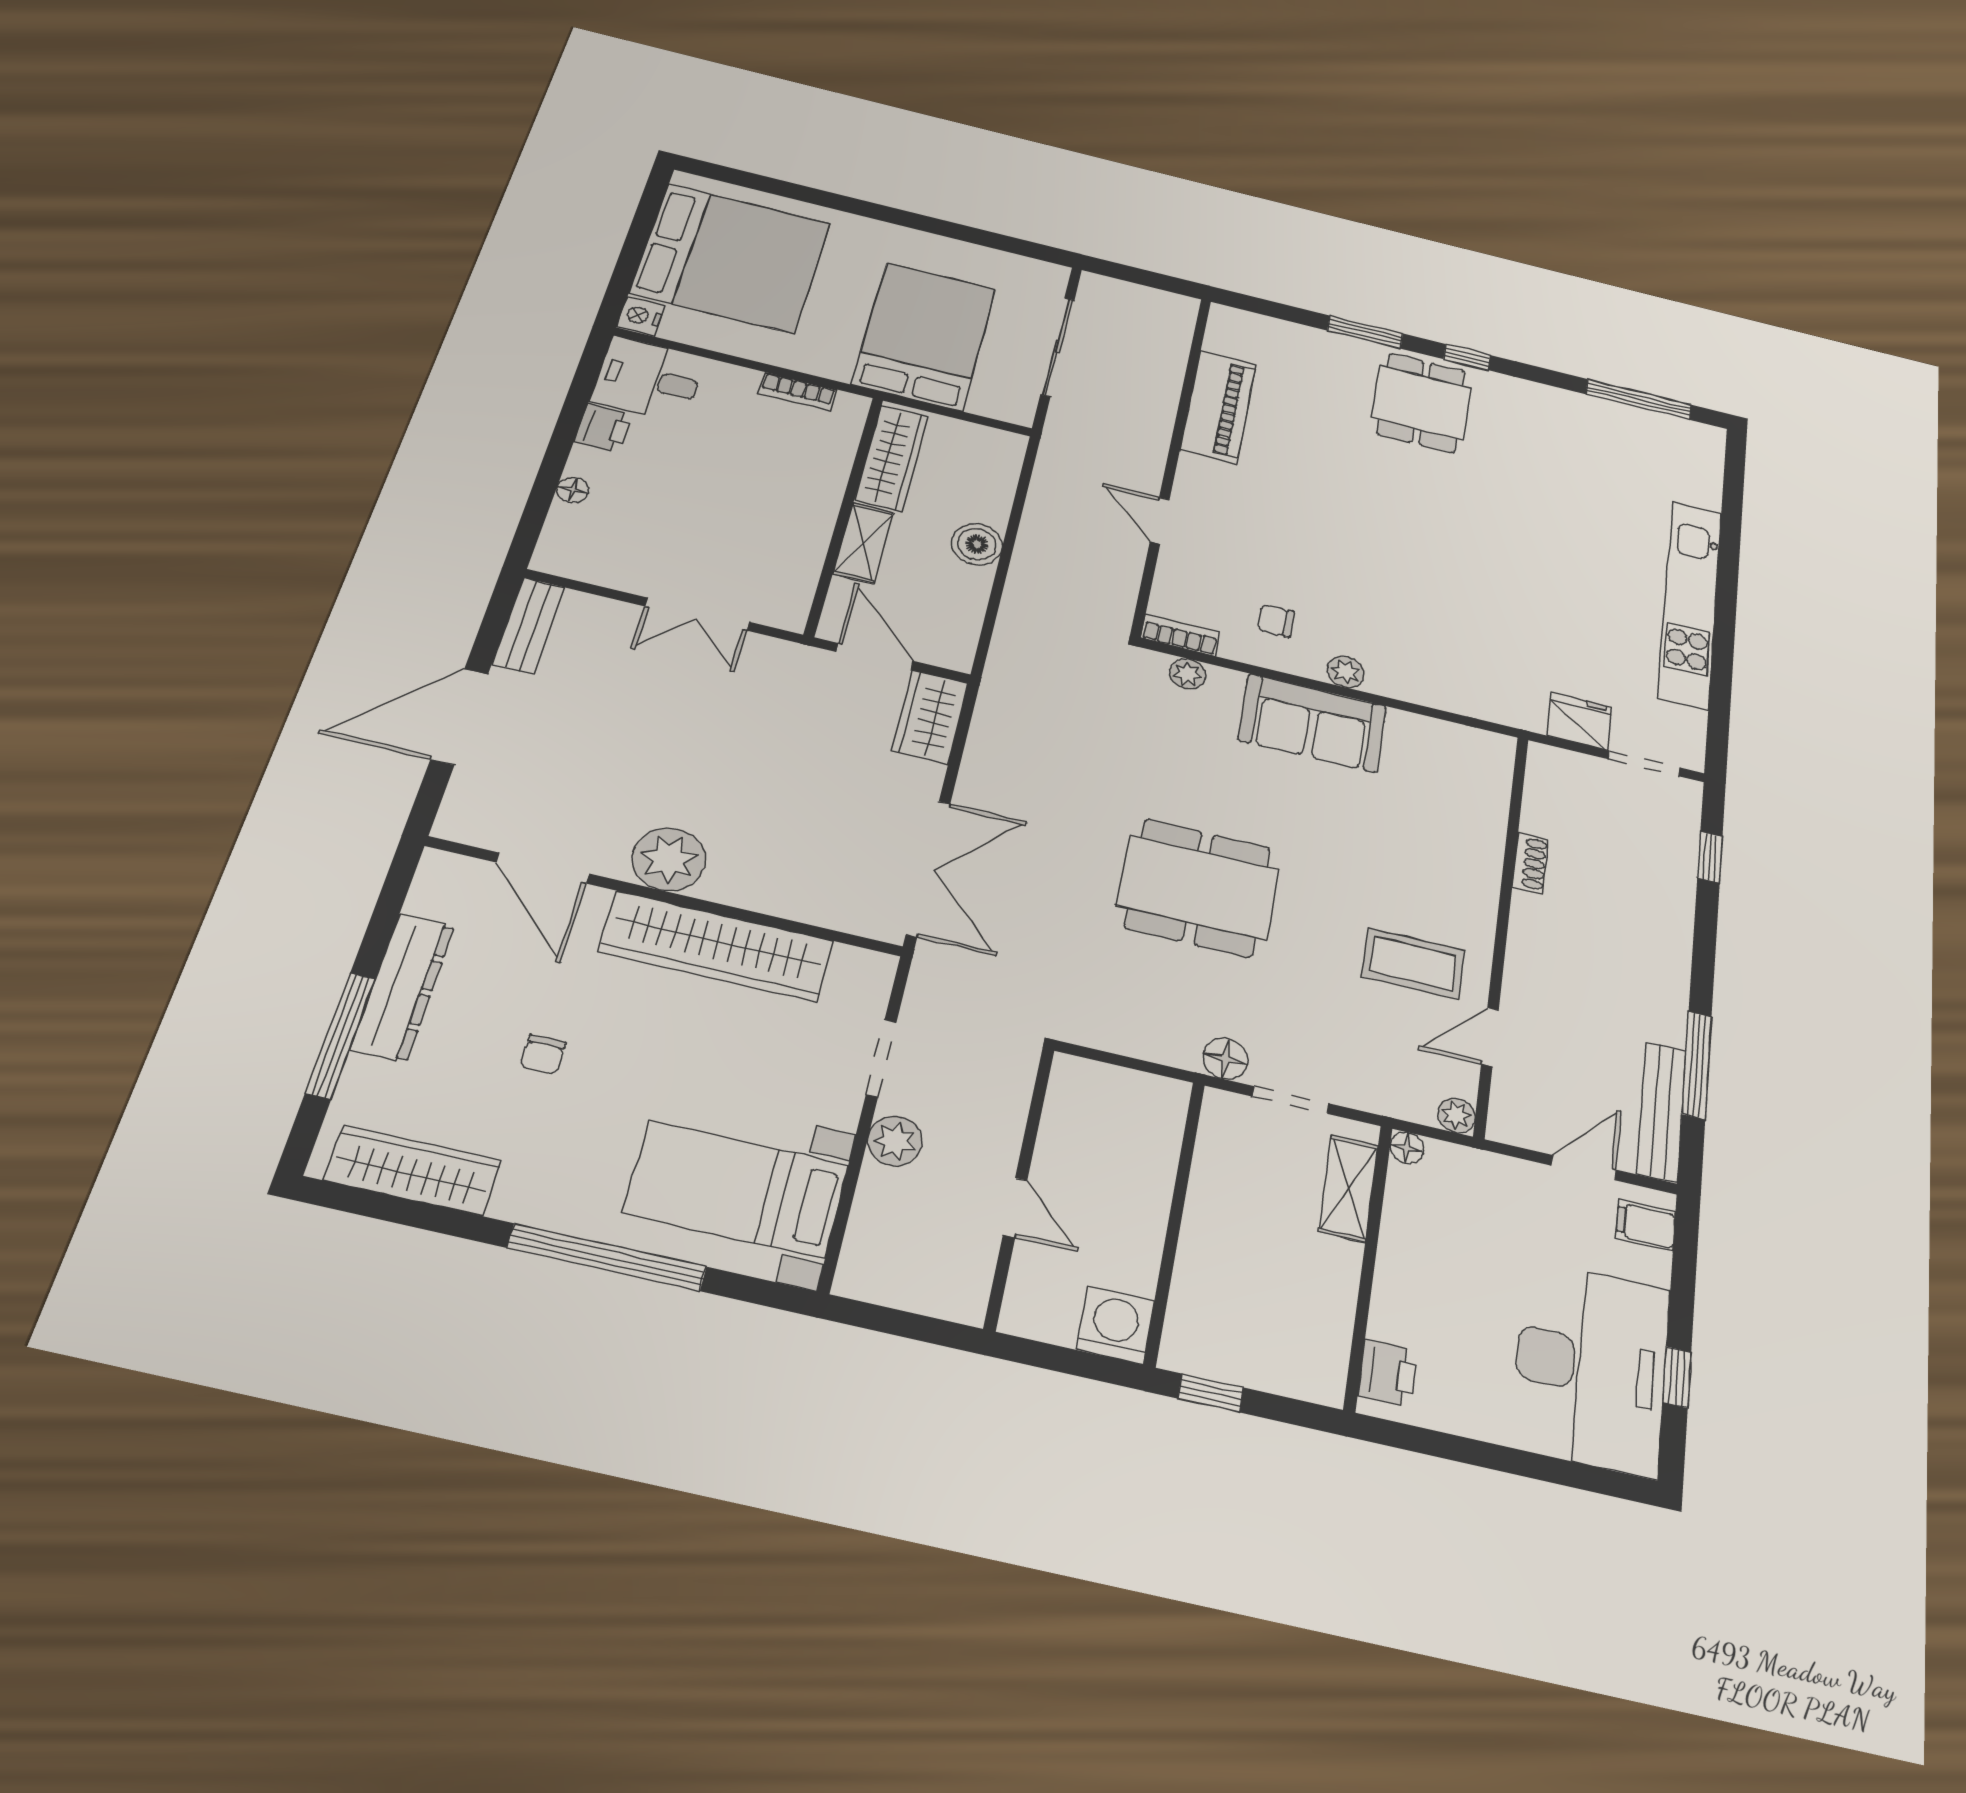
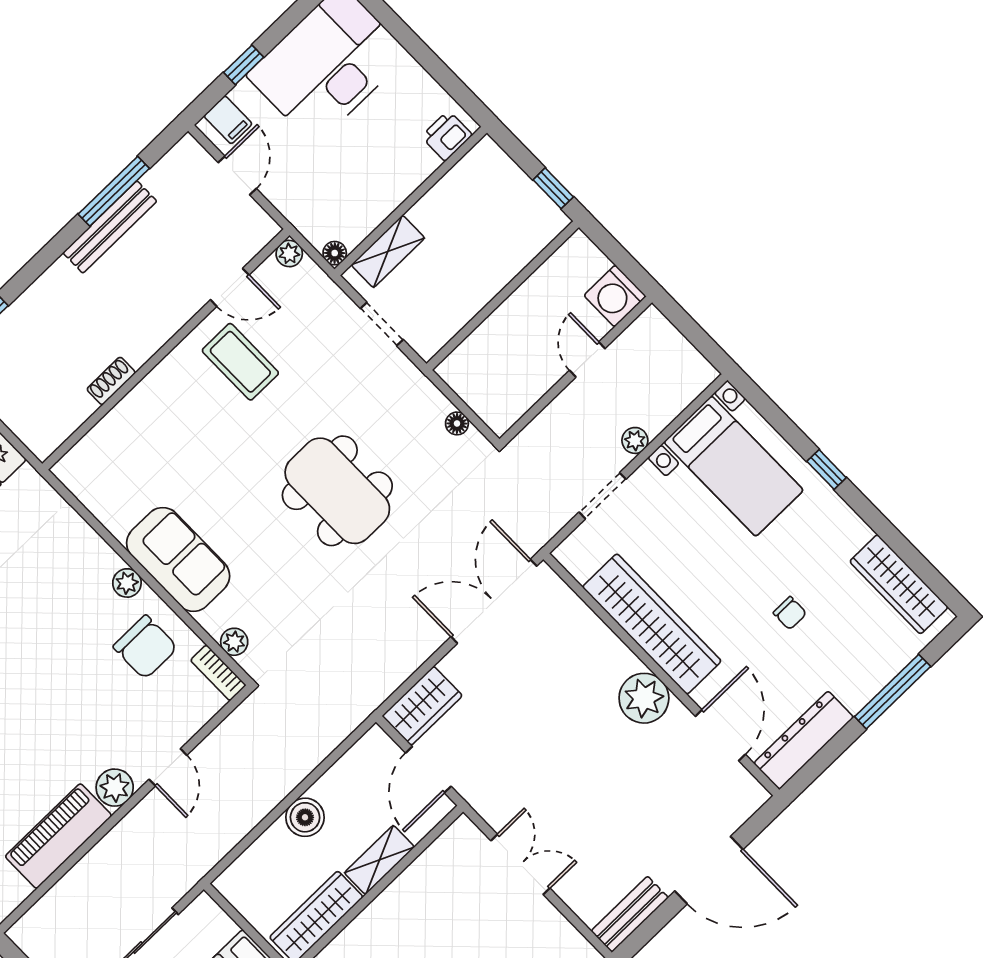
plant: (1199, 476) -> (115, 788), added
chair: (1276, 621) -> (145, 647), width x1.87, depth x1.87
dresser: (403, 987) -> (804, 740), moved
chair: (543, 1054) -> (790, 613), turned 90
floor lamp: (1225, 1059) -> (457, 423), moved, width x0.73, depth x0.73
bench: (1662, 1111) -> (110, 227), moved
plant: (895, 1141) -> (635, 440), width x0.73, depth x0.73
door: (1584, 1168) -> (237, 175), swing flipped
window: (607, 1257) -> (827, 469), width x0.32
washing machine: (1115, 1325) -> (615, 296), moved
window: (1677, 1377) -> (244, 65), moved

